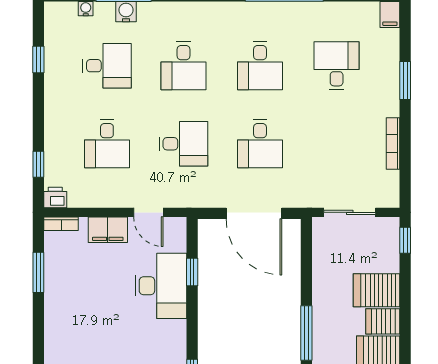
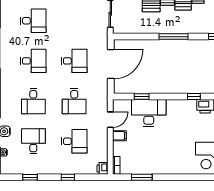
desk: (183, 66) -> (33, 101), turned 90
desk: (337, 66) -> (33, 21), turned 180
desk: (183, 144) -> (74, 101), turned 180
window: (38, 164) -> (68, 177), moved
filing cabinet: (108, 230) -> (119, 136), width x0.50

